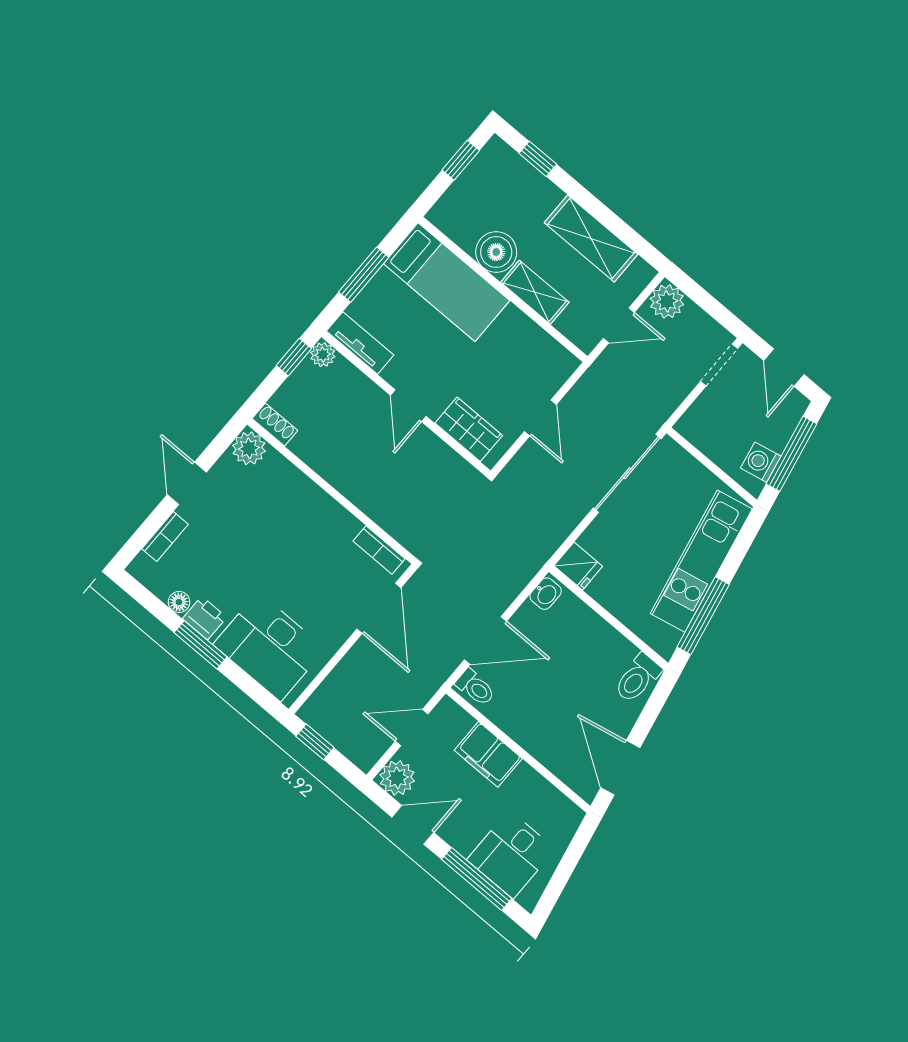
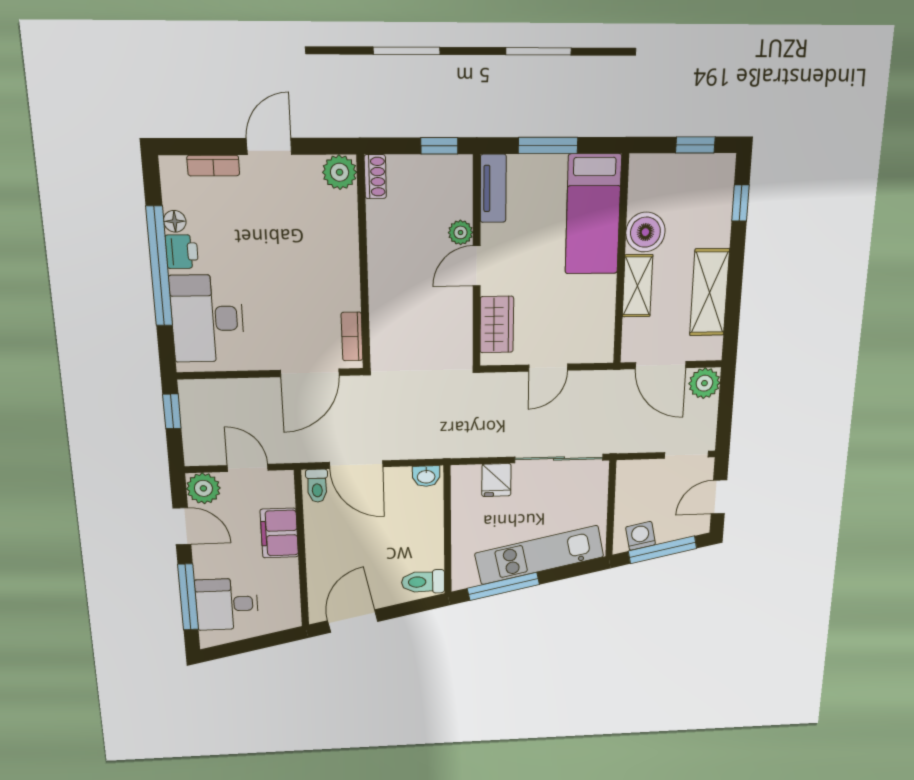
door: (619, 325) -> (661, 365), width x1.38
plant: (323, 355) -> (461, 233), moved
fridge: (578, 566) -> (496, 480), moved
window: (201, 645) -> (159, 266), width x2.11

